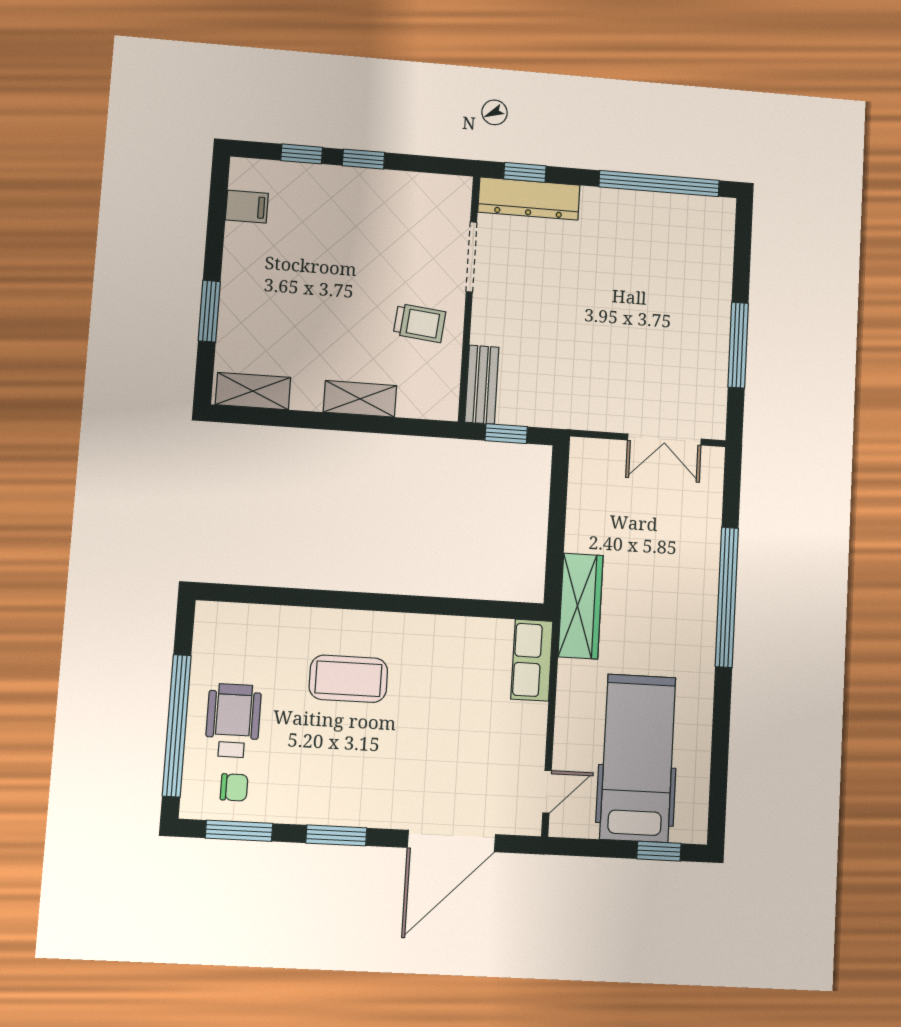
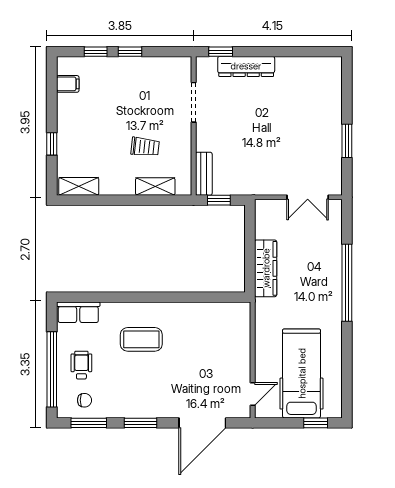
window: (659, 184) -> (297, 52), removed
dresser: (529, 199) -> (246, 66), moved
window: (209, 311) -> (52, 144), width x0.67
trolley: (420, 323) -> (145, 147), moved
window: (738, 345) -> (347, 141), width x0.69
shelving: (360, 399) -> (155, 187), moved
wardrobe: (581, 606) -> (266, 268), moved
row of seats: (532, 660) -> (78, 312), moved, turned -90
wheelchair: (233, 721) -> (81, 365), width x0.73, depth x0.73

